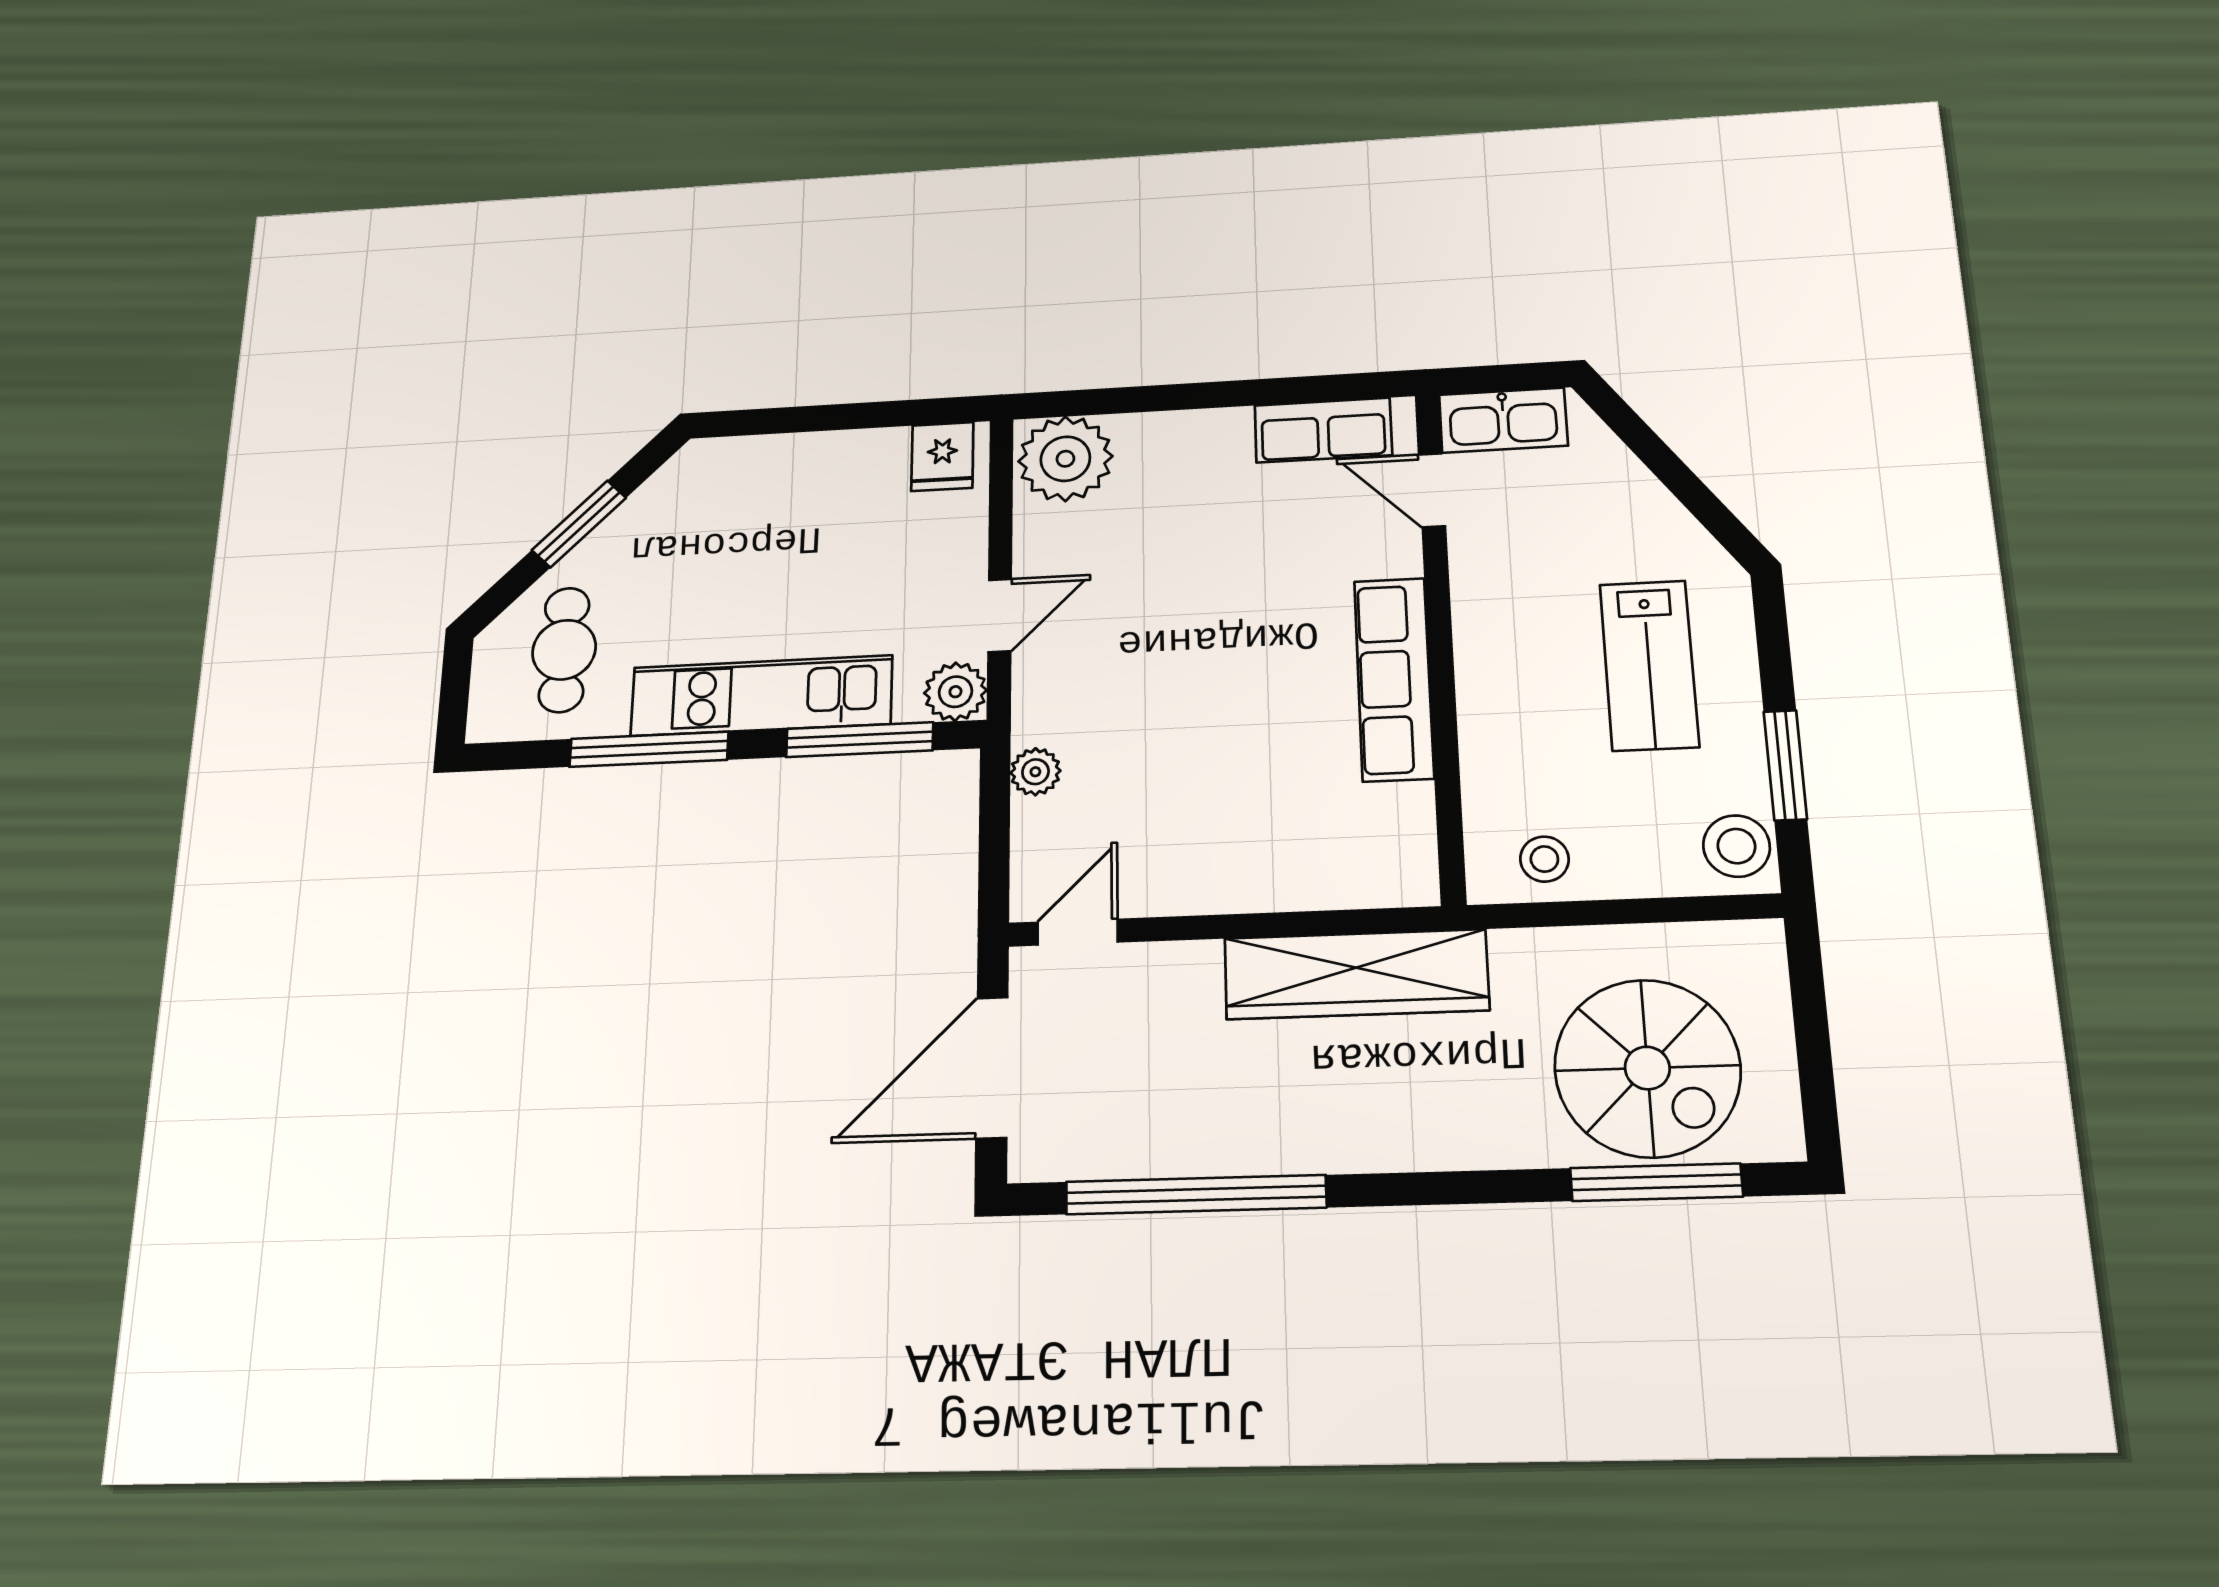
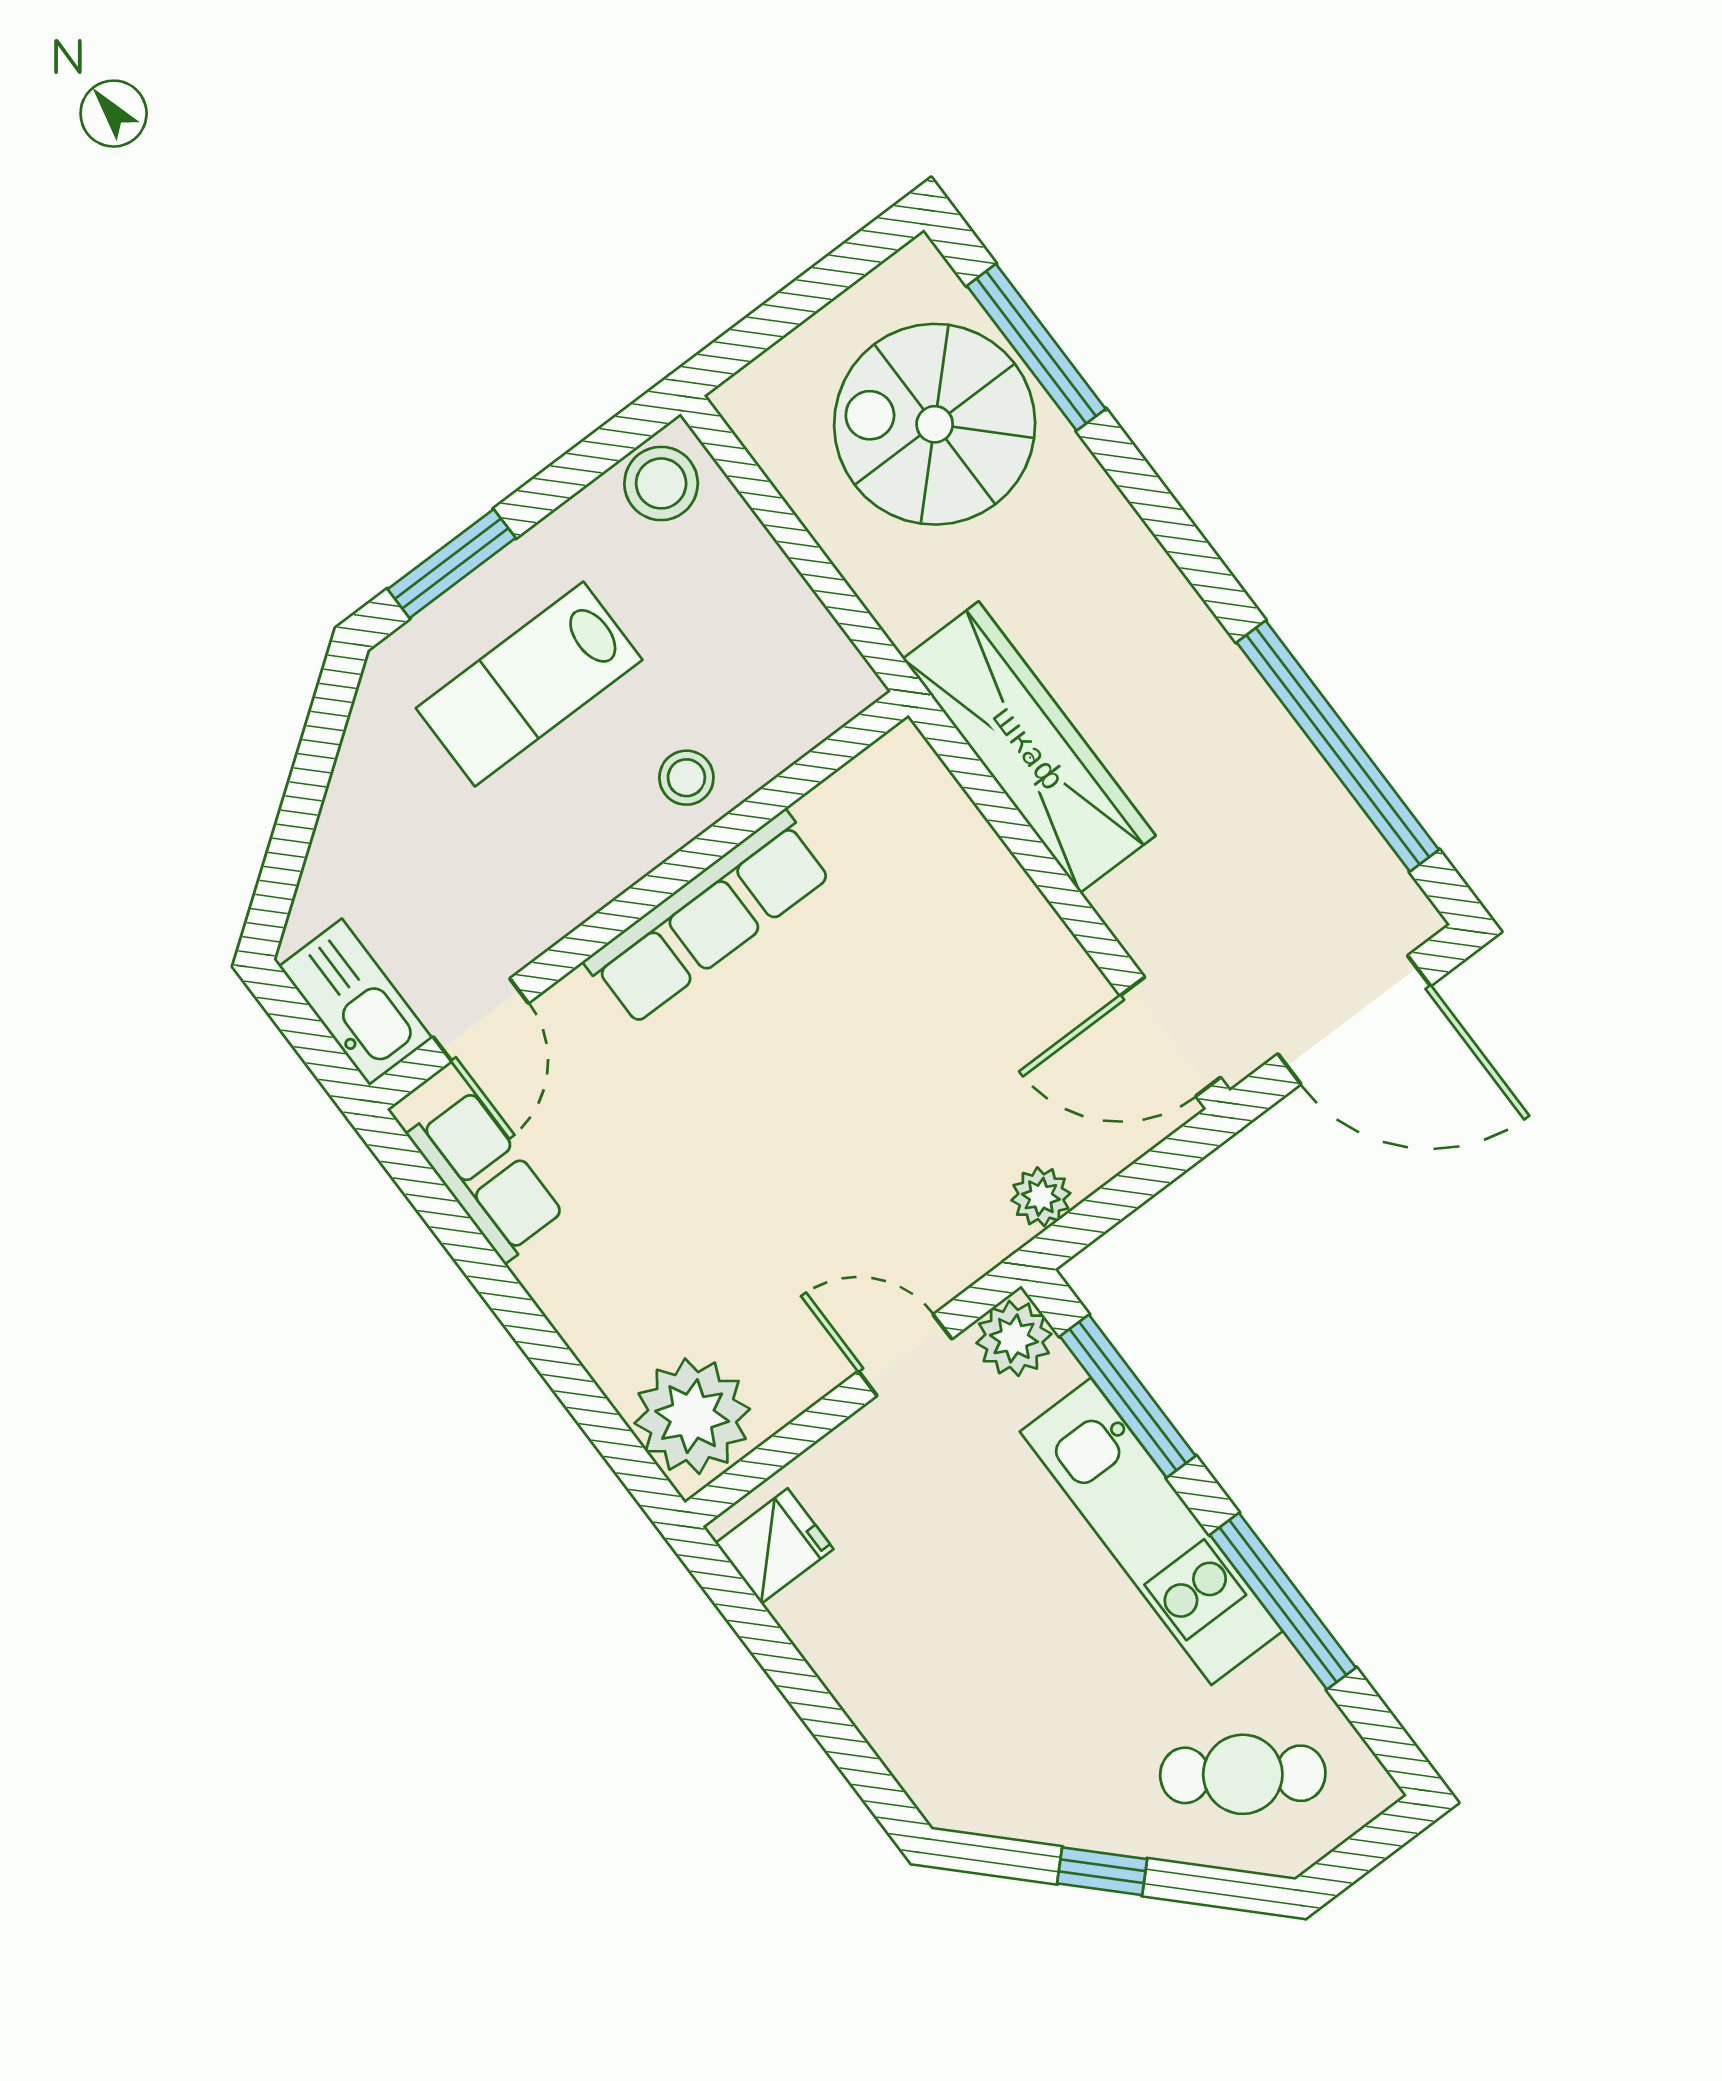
window: (579, 524) -> (1102, 1871), width x0.67
cafe table: (564, 650) -> (1243, 1774), turned 36
lab bench: (1649, 665) -> (529, 684), turned 180
window: (1785, 765) -> (452, 564), moved
stool: (1544, 859) -> (686, 778), moved
door: (1078, 932) -> (1170, 1037), width x1.38
spiral stairs: (1647, 1068) -> (935, 424), turned -90

